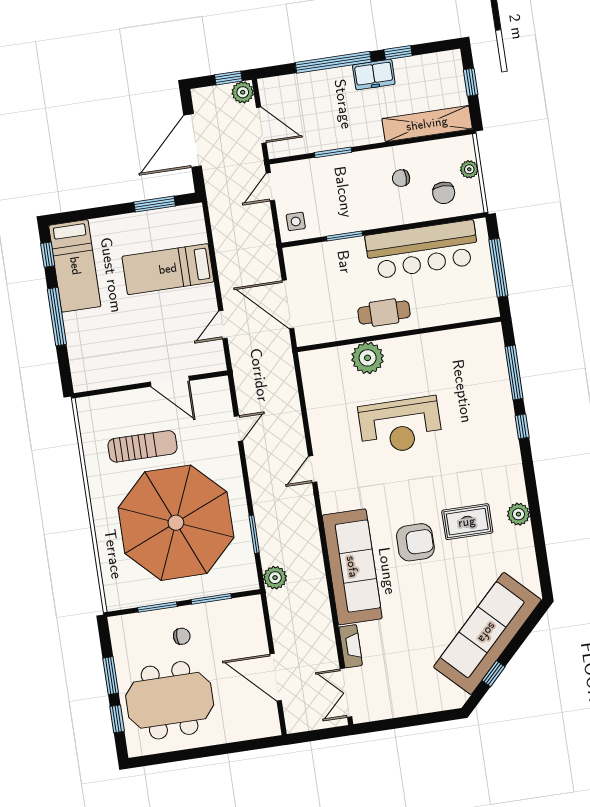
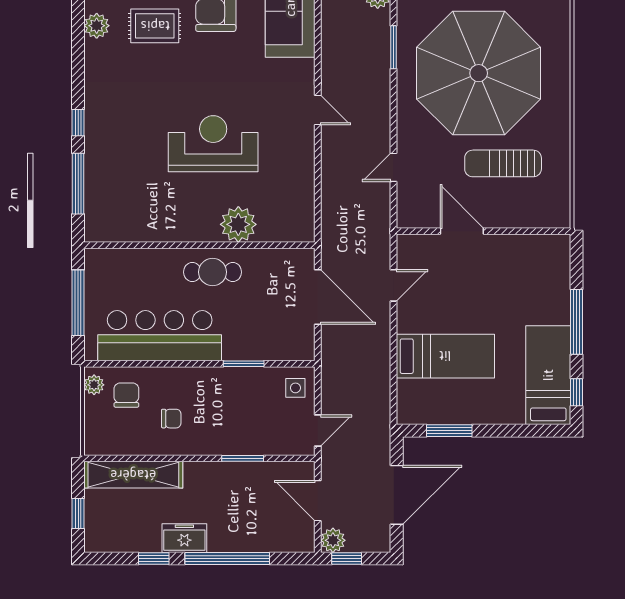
plant: (469, 169) -> (94, 385), moved
door: (313, 469) -> (318, 110), hinge flipped

